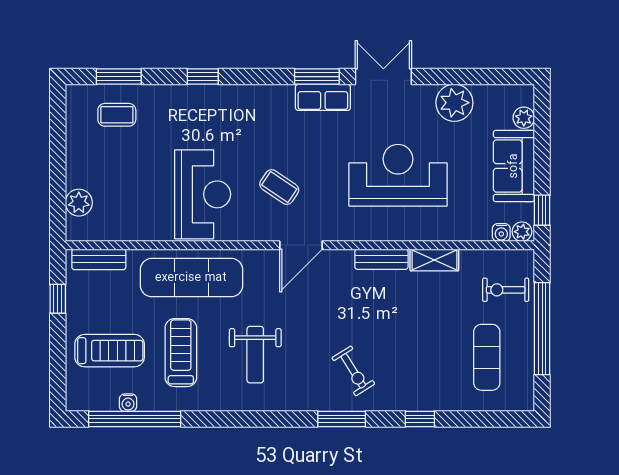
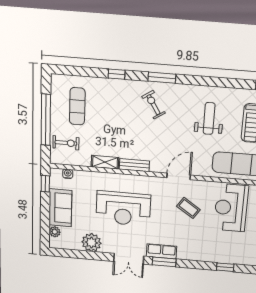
plant: (522, 232) -> (56, 173), removed

